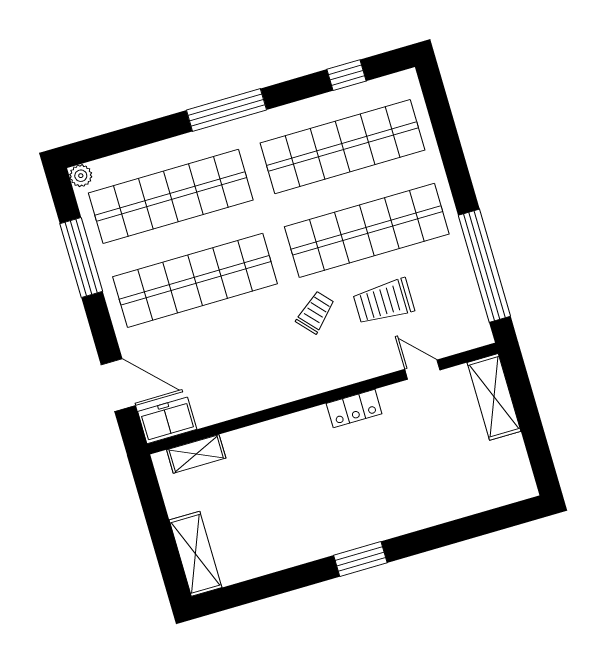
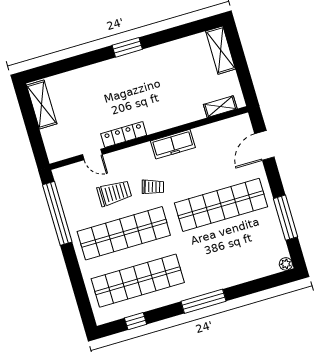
shop shelf: (171, 196) -> (235, 252), removed
trolley: (315, 312) -> (153, 187), turned -121
door: (118, 385) -> (264, 145), hinge flipped
shelving: (494, 397) -> (42, 104), moved
locker: (354, 409) -> (124, 135), width x1.53
freezer: (167, 420) -> (173, 144), moved, width x1.40

